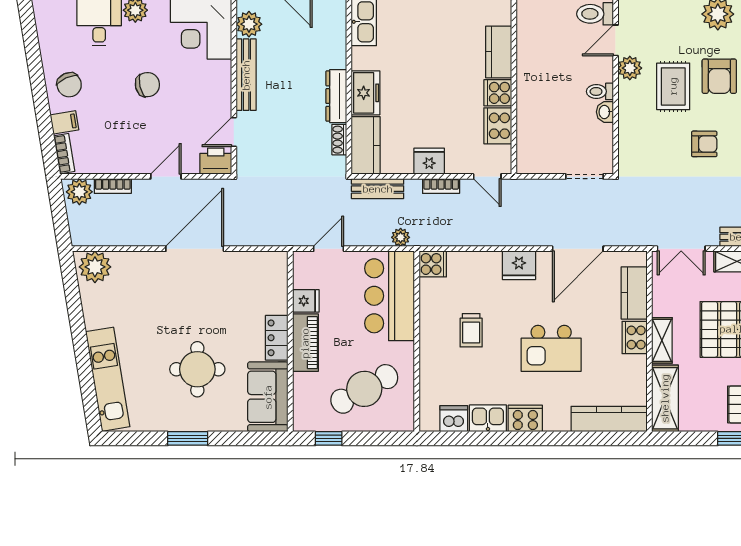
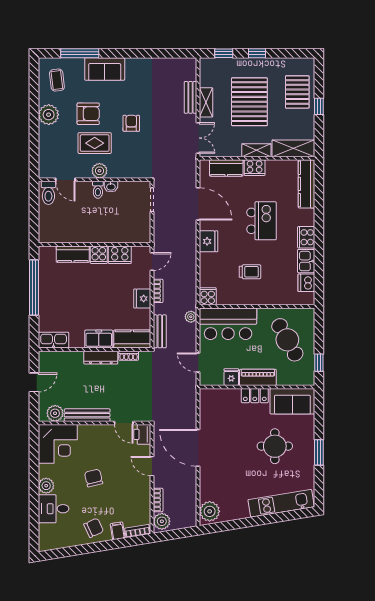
plant: (630, 68) -> (99, 171), moved

